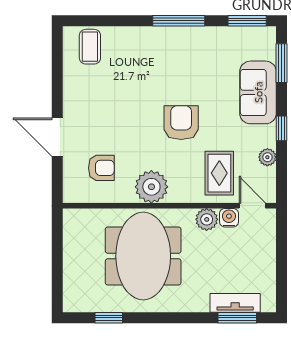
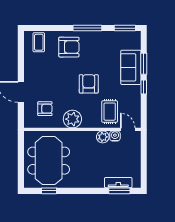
armchair: (145, 55) -> (69, 47), added
window: (282, 63) -> (144, 64), moved
plant: (267, 157) -> (136, 103), removed
meeting table: (143, 256) -> (49, 161), moved

